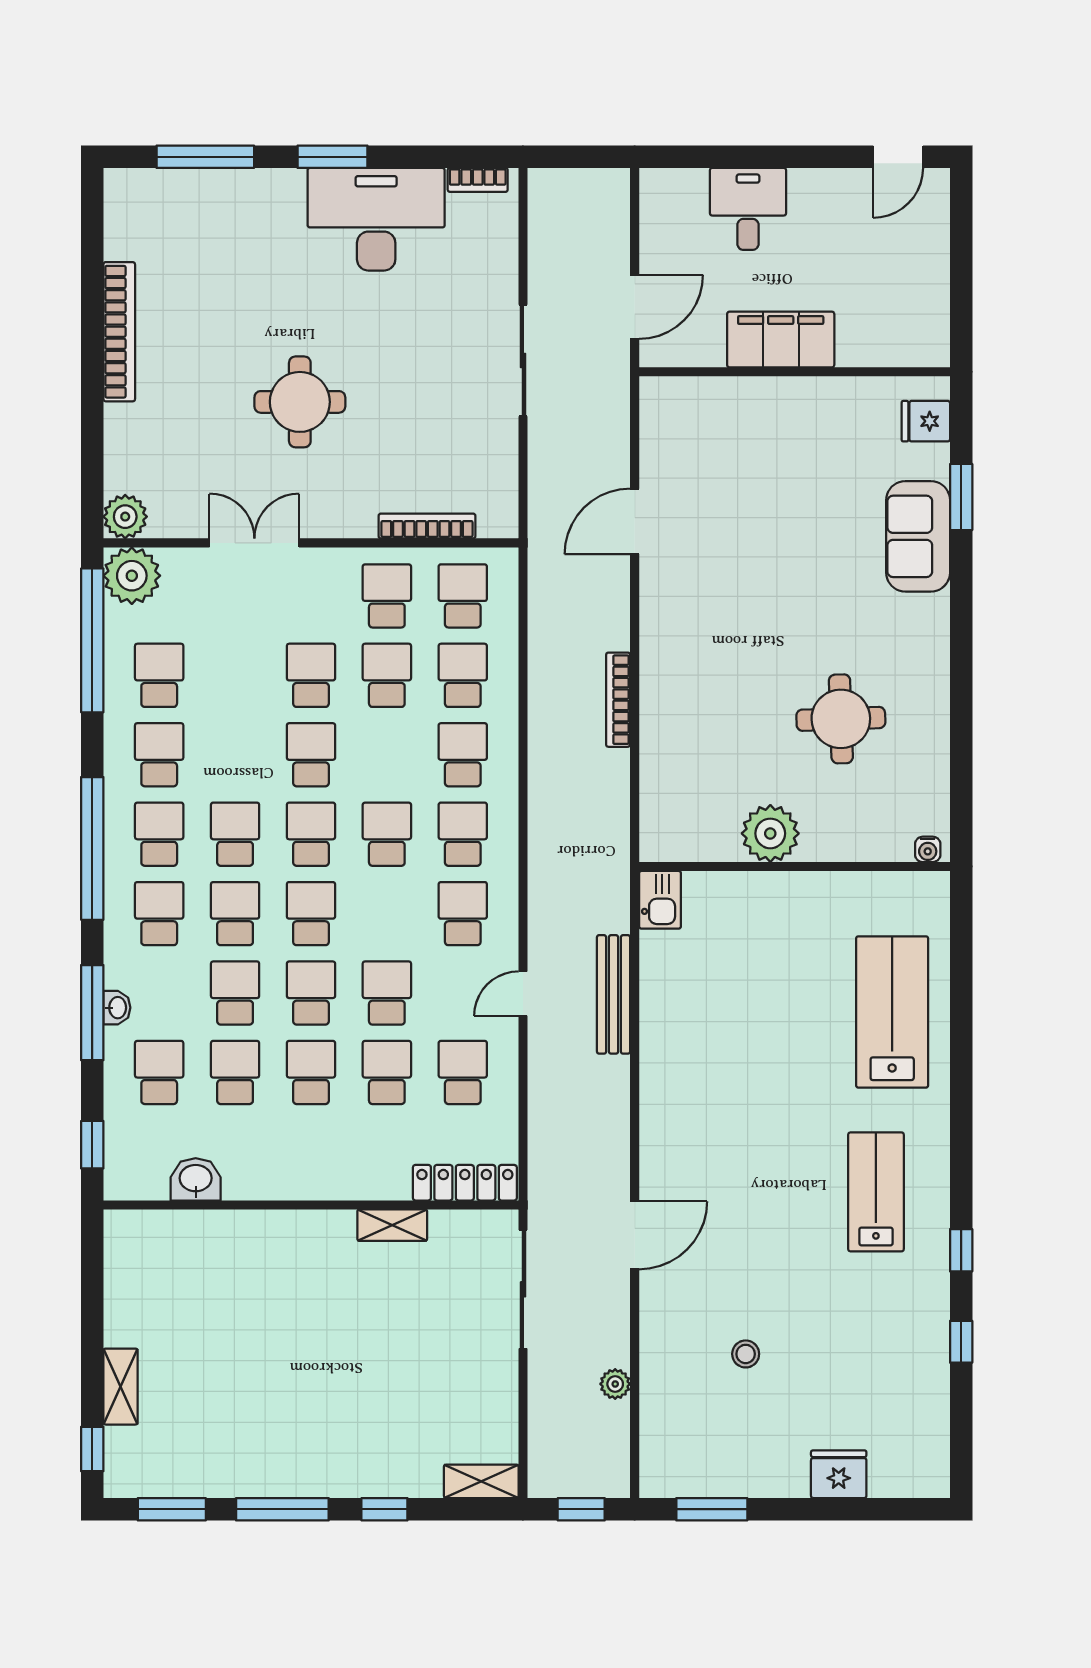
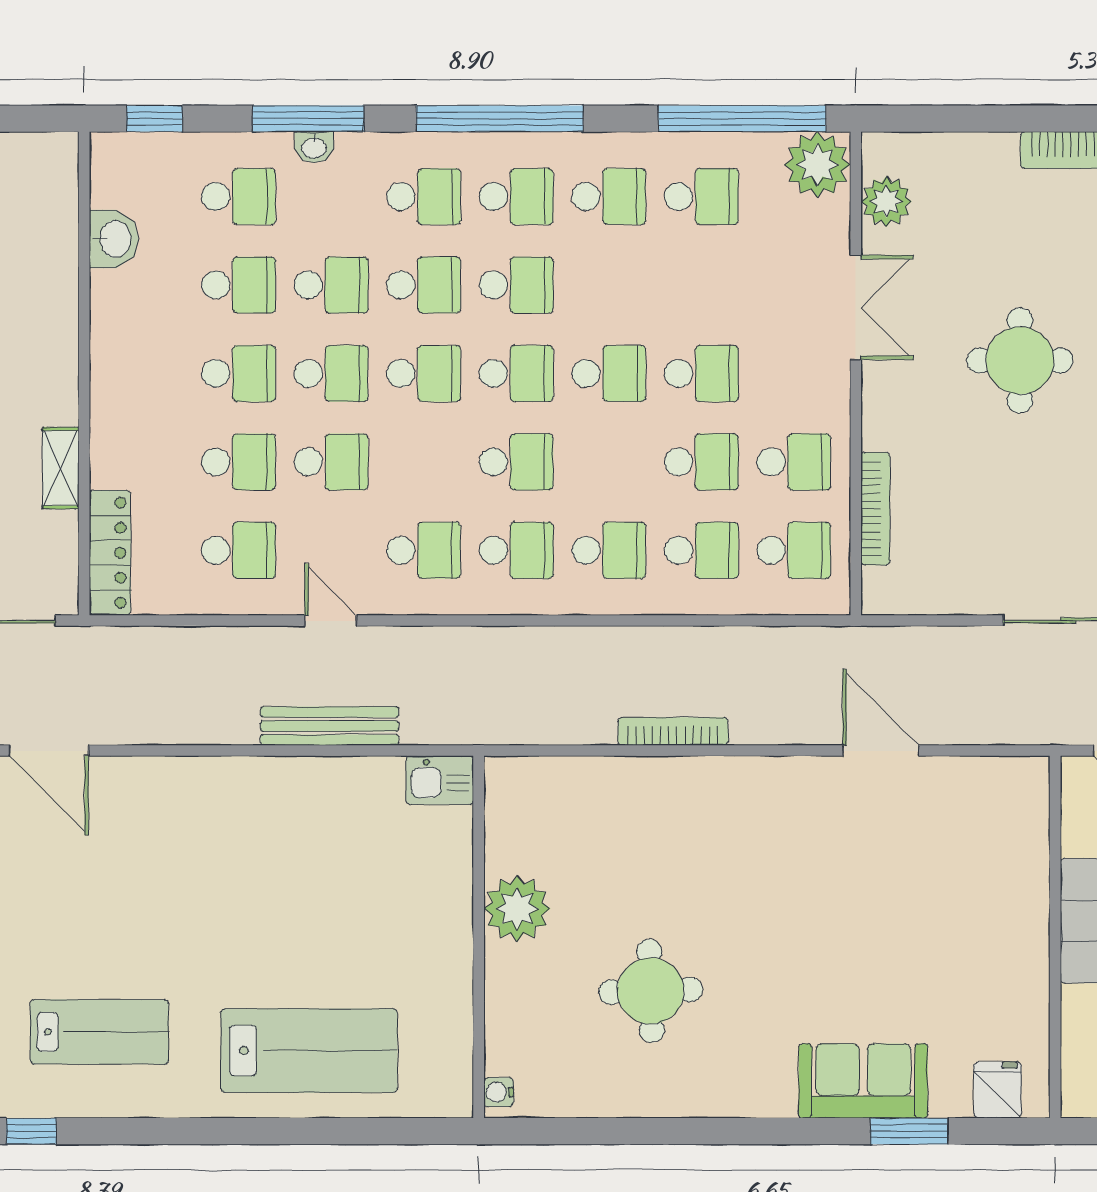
plant: (125, 517) -> (886, 201), moved

